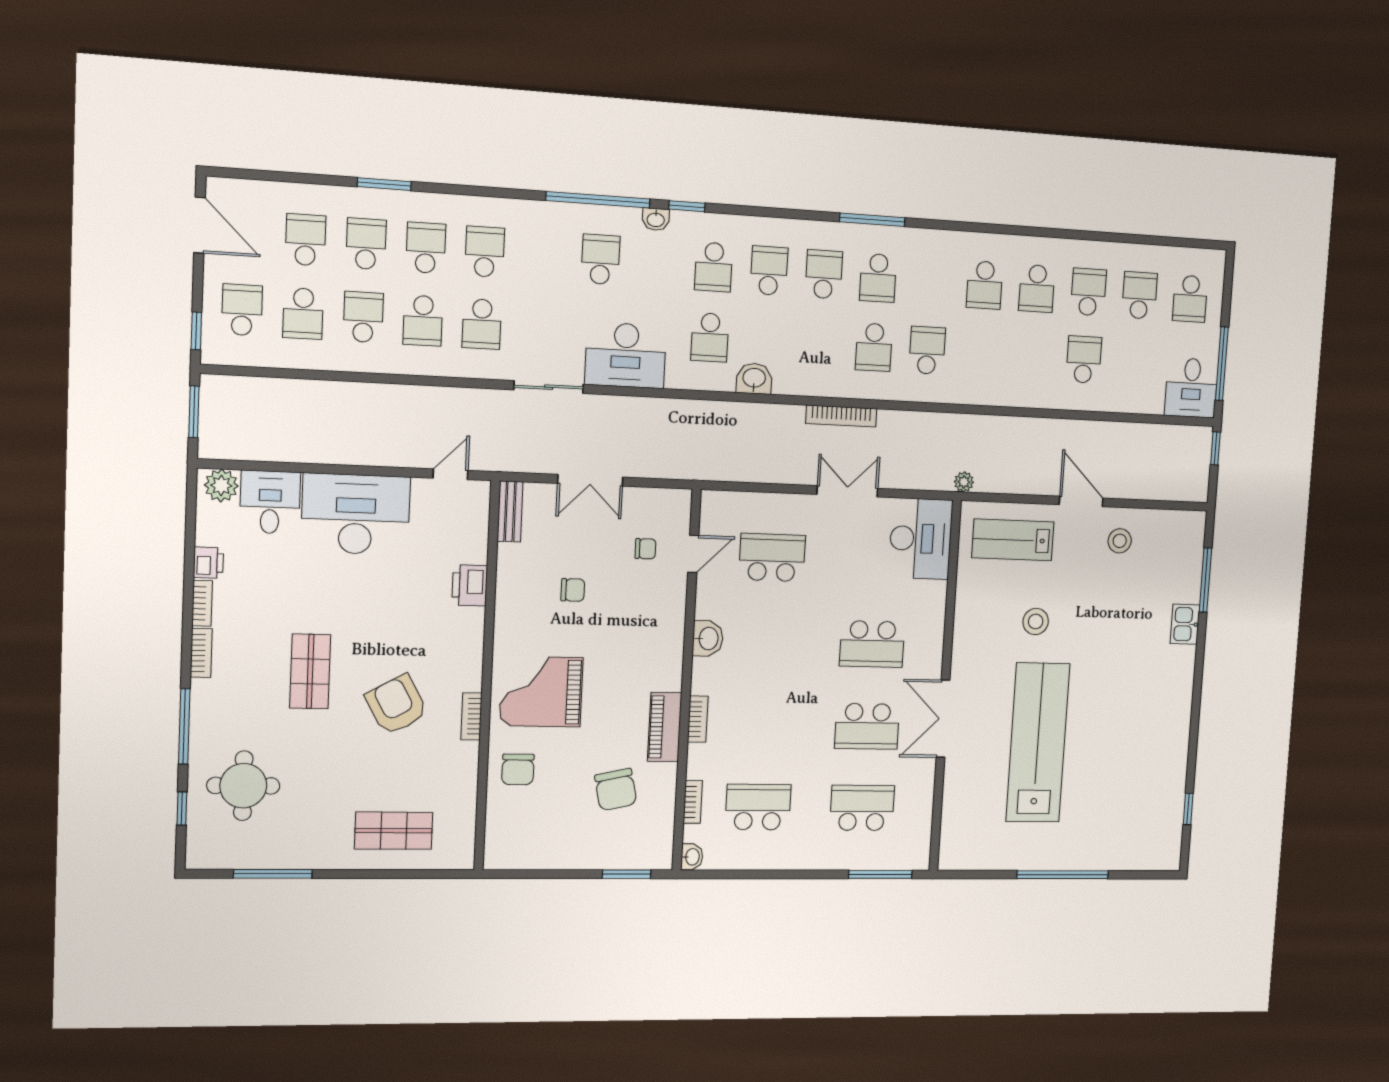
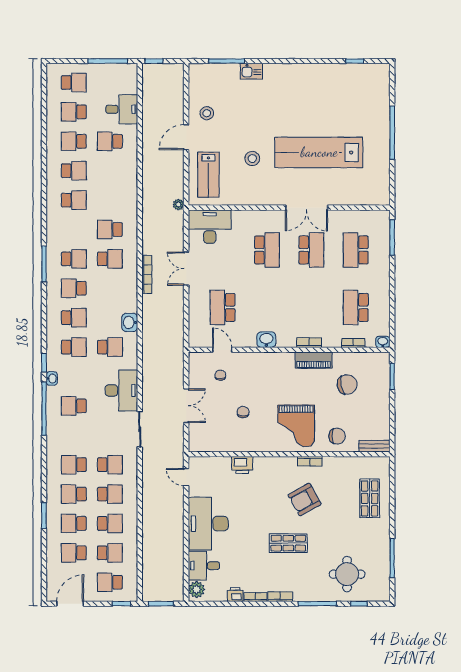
school desk: (769, 271) -> (74, 318), turned 180
school desk: (363, 317) -> (110, 523), turned 180
desk: (1191, 388) -> (122, 109), moved
bench: (510, 511) -> (374, 446), moved

